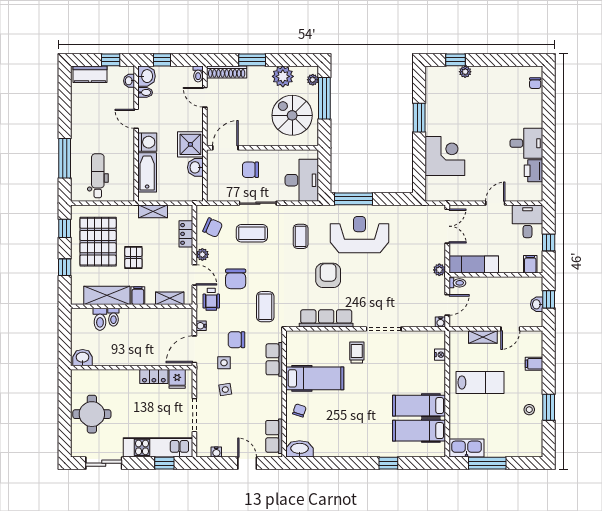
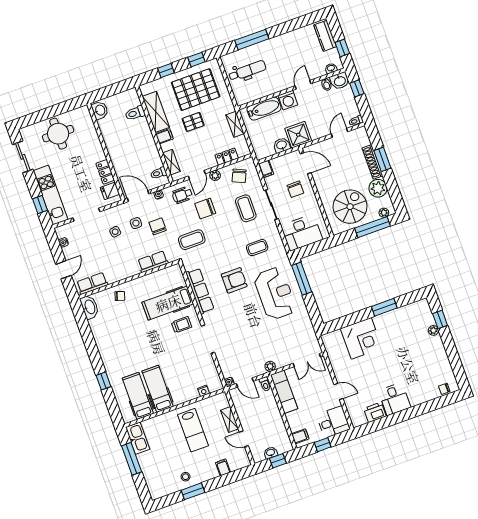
shoe rack: (227, 72) -> (373, 162), moved
chair: (250, 170) -> (295, 189), turned 180
filing cabinet: (216, 195) -> (266, 169), added
toilet: (113, 317) -> (158, 173), moved
hospital bed: (315, 378) -> (168, 303), moved, turned 90

